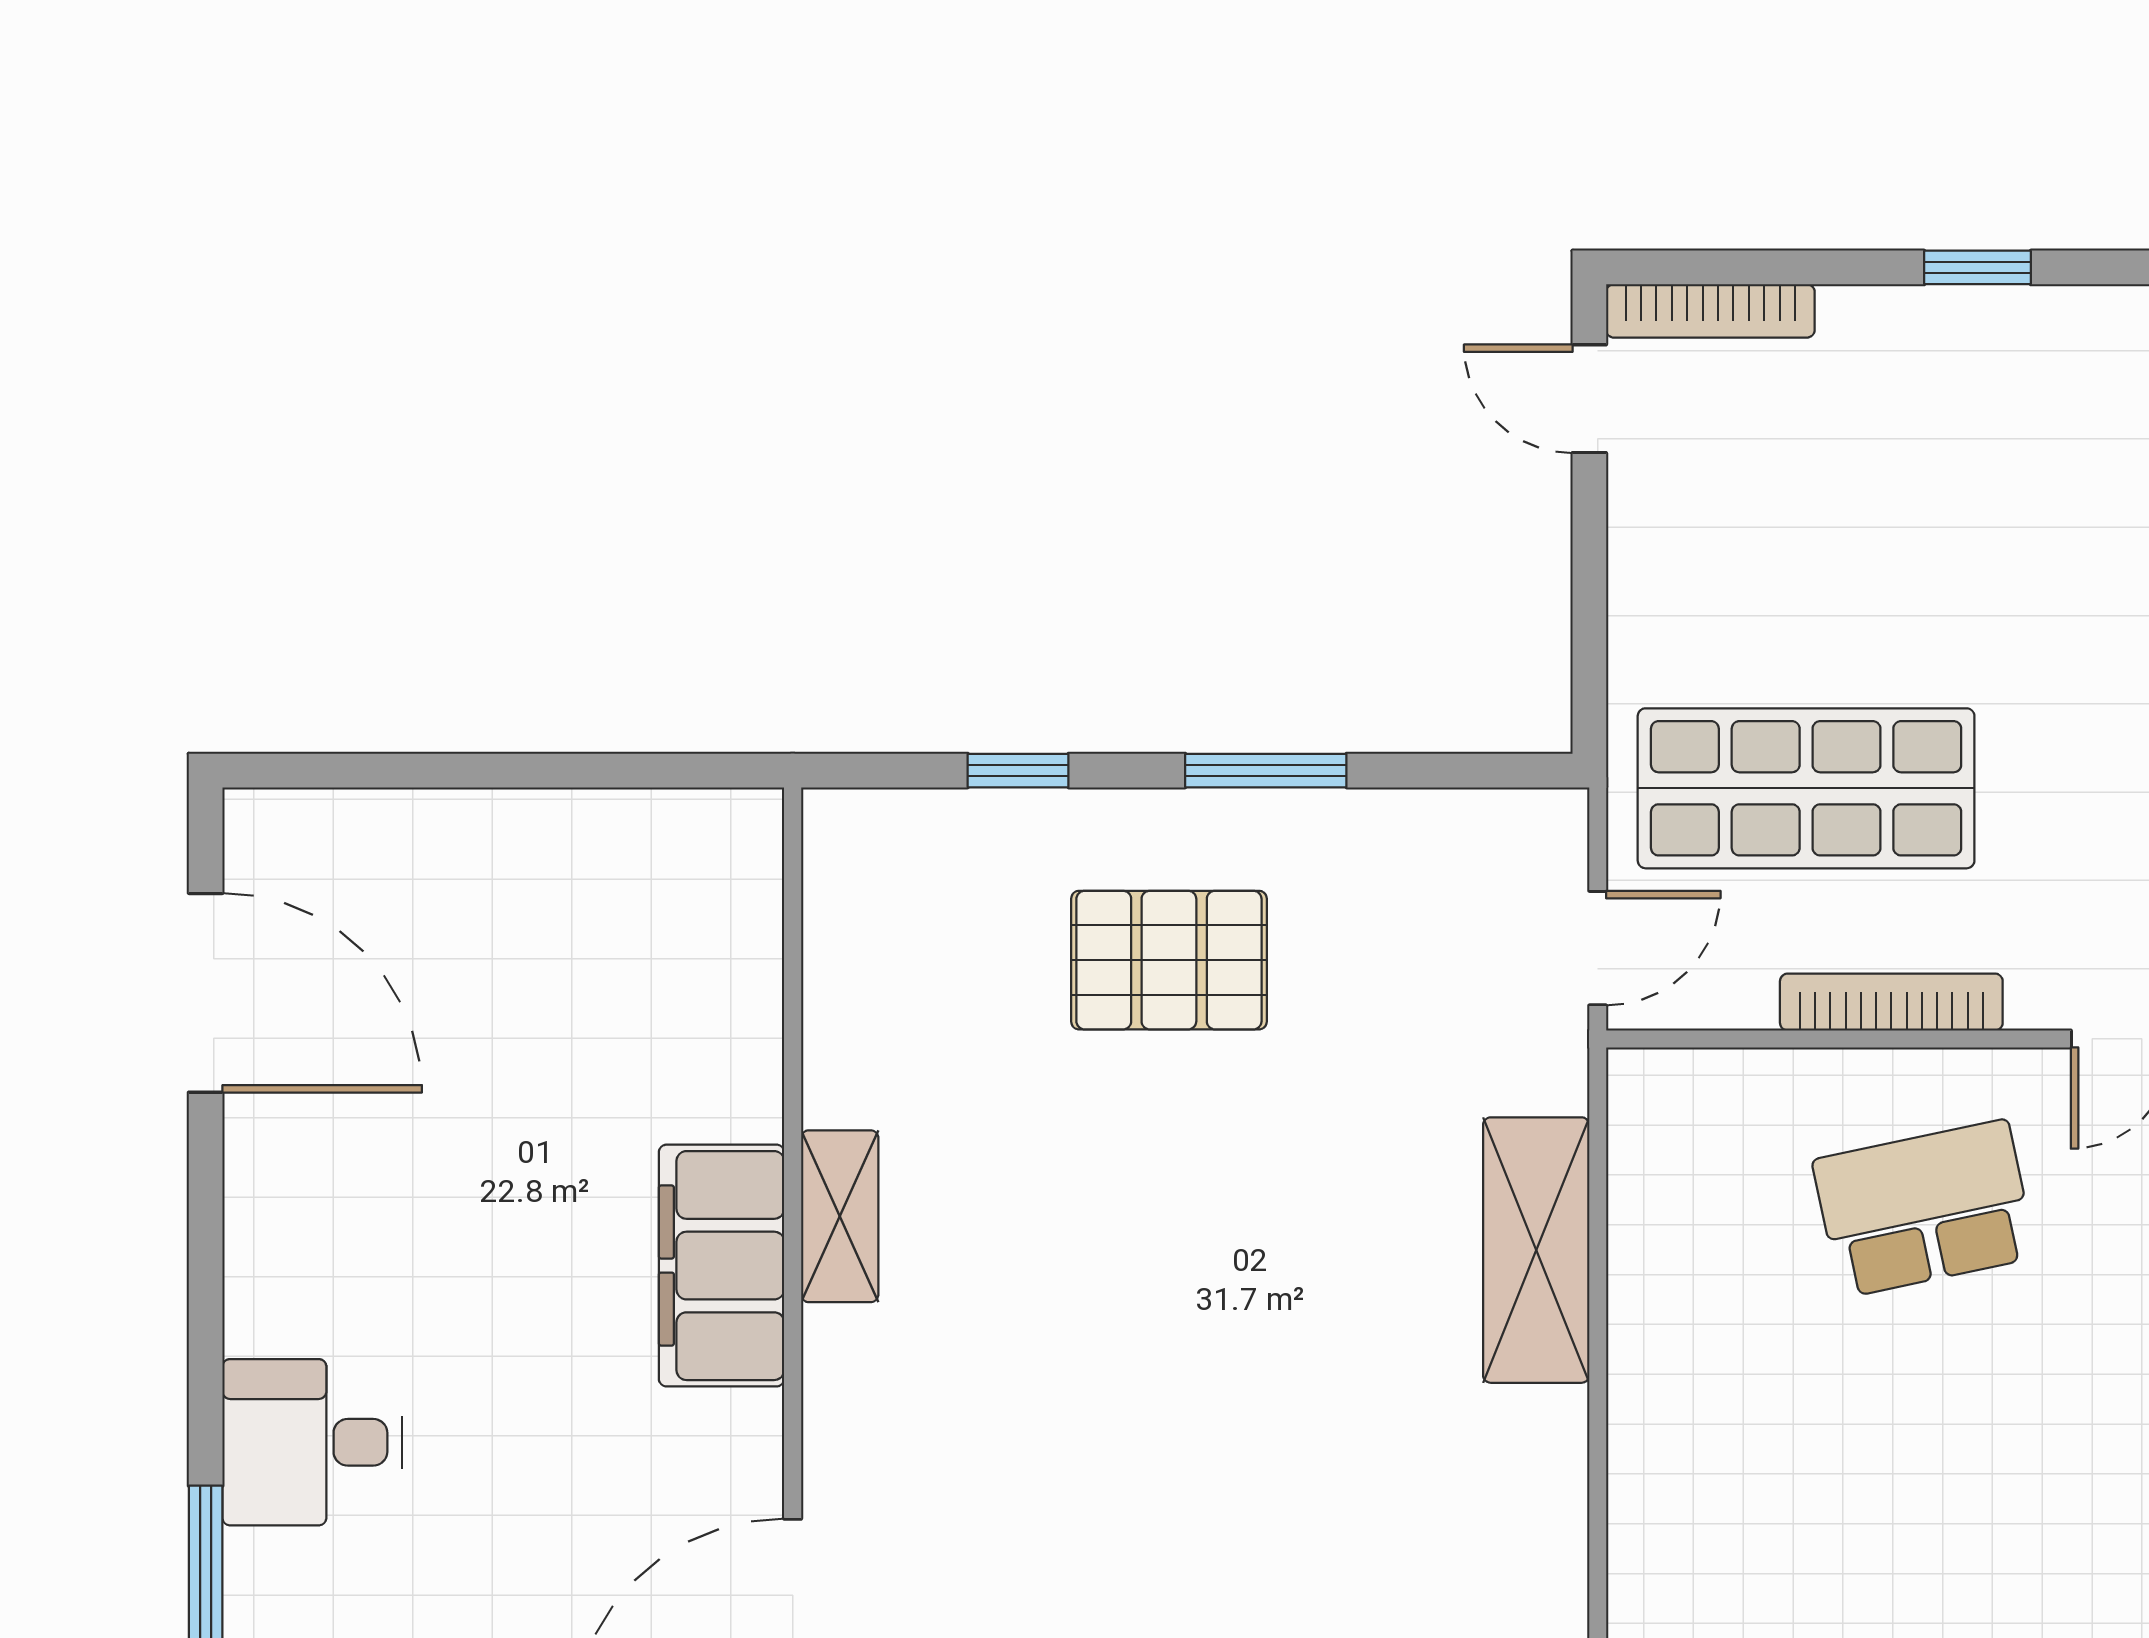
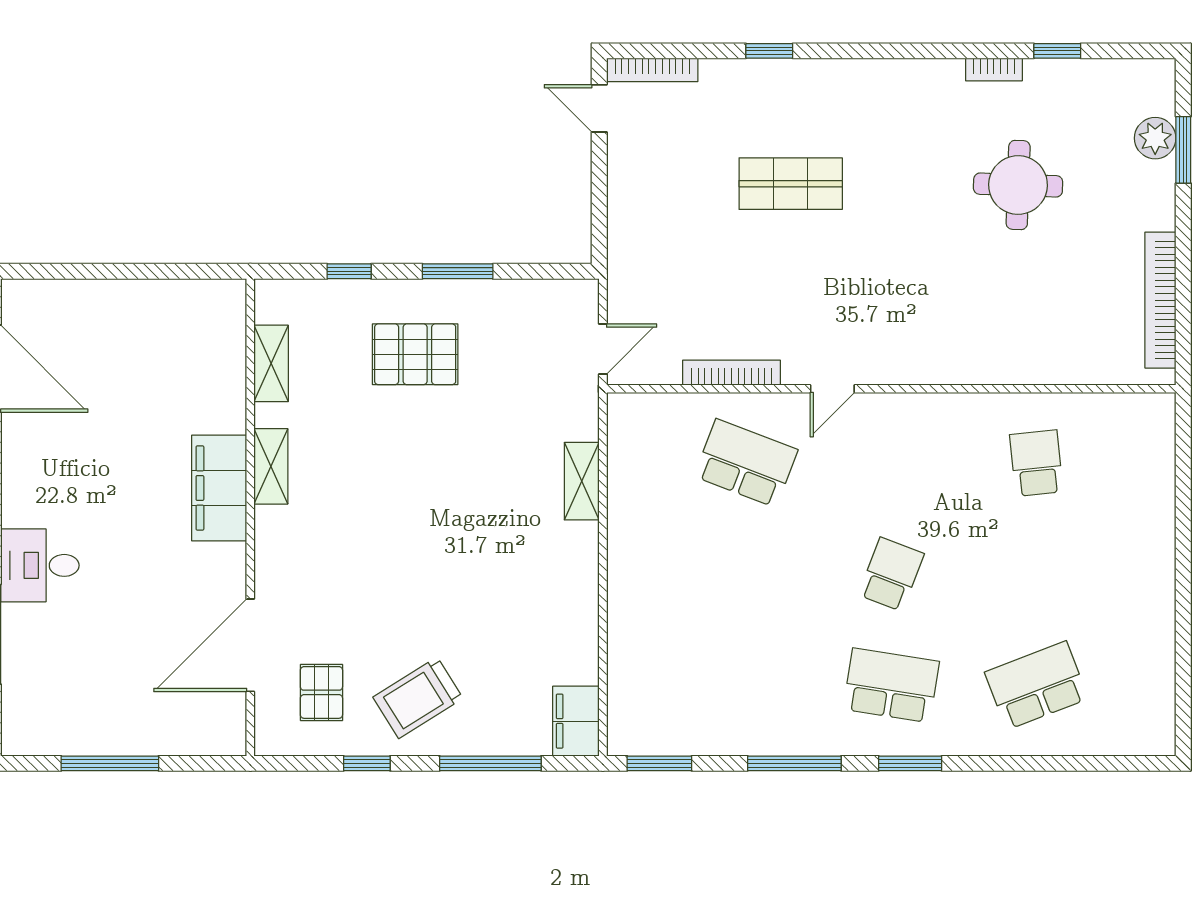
shop shelf: (1806, 788) -> (791, 184), moved, width x0.70, depth x0.74
shelving: (840, 981) -> (271, 363), added
school desk: (1924, 1209) -> (746, 463), turned 33
shelving: (1536, 1250) -> (582, 481), width x0.67, depth x0.75

